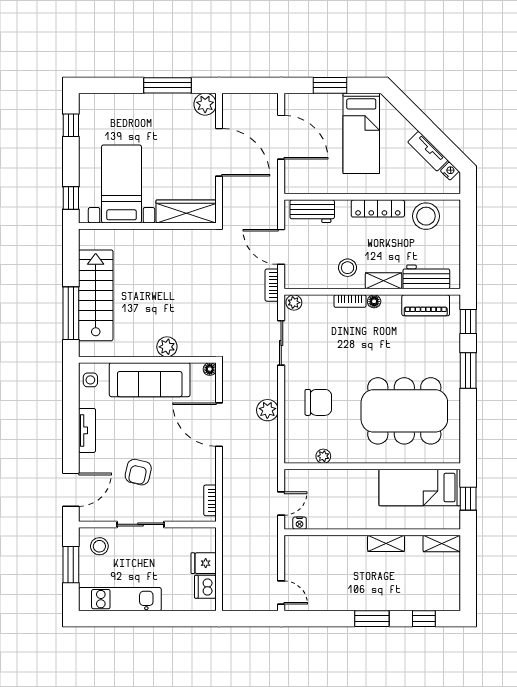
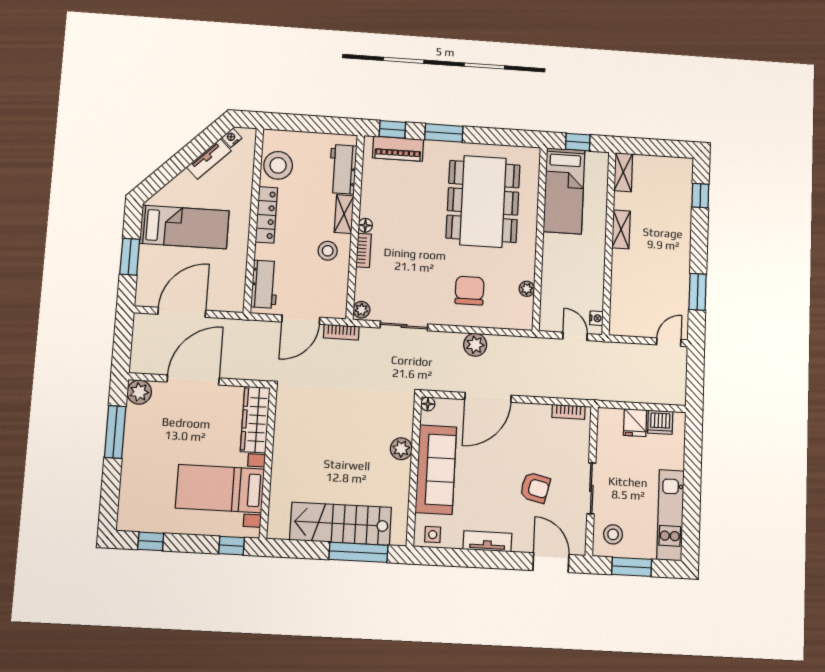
piano: (426, 305) -> (398, 149), moved, turned 90
window: (372, 619) -> (698, 292), moved

